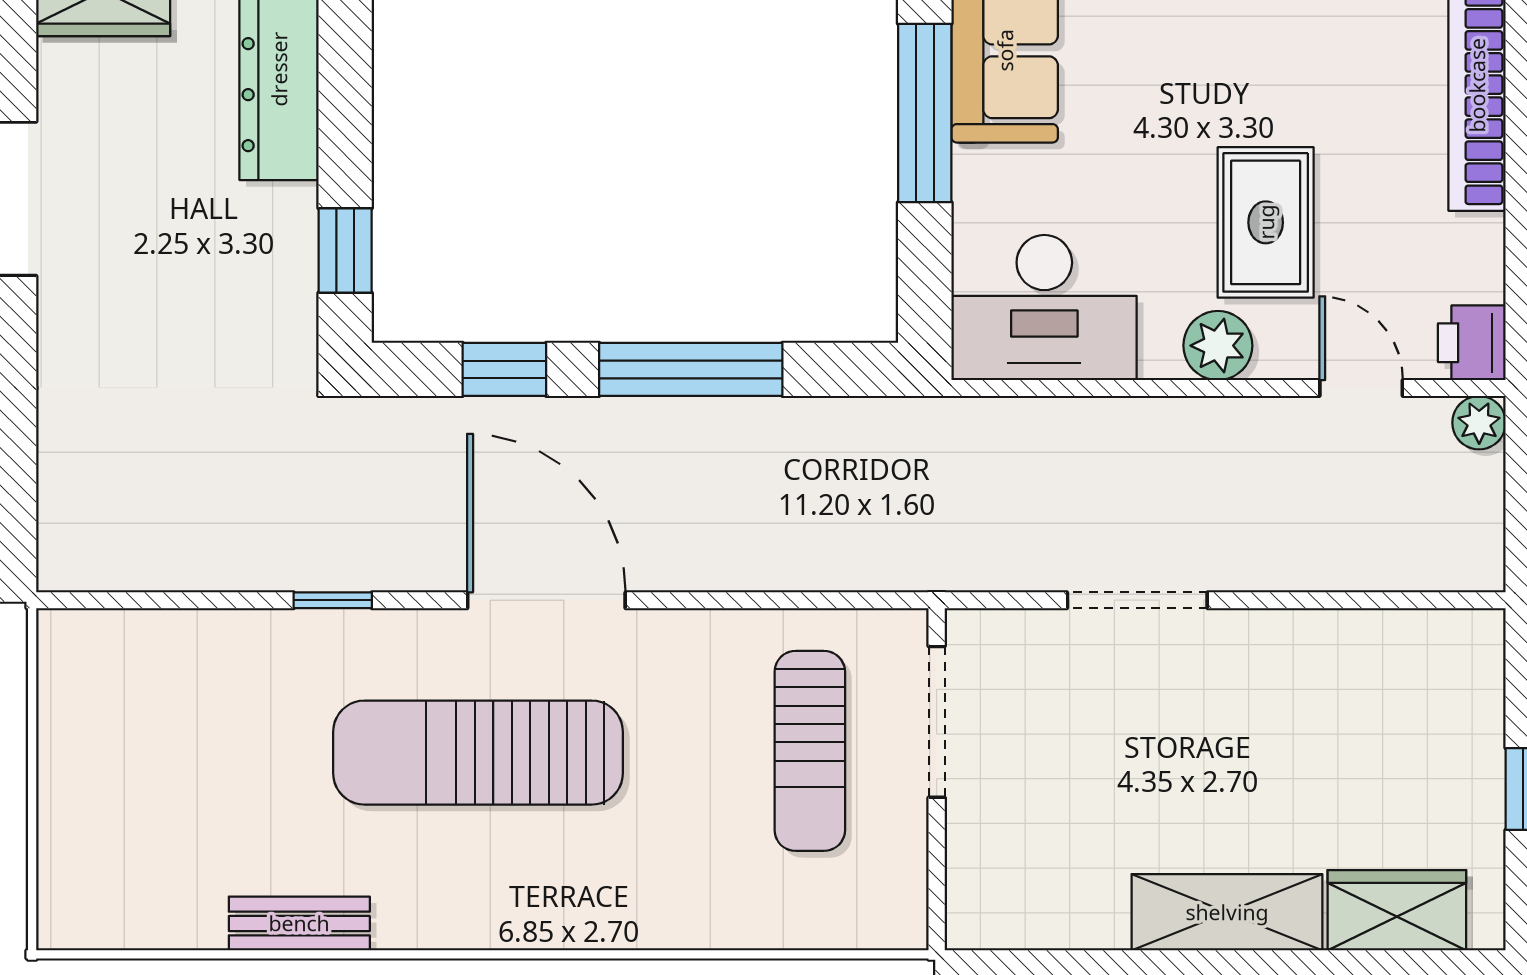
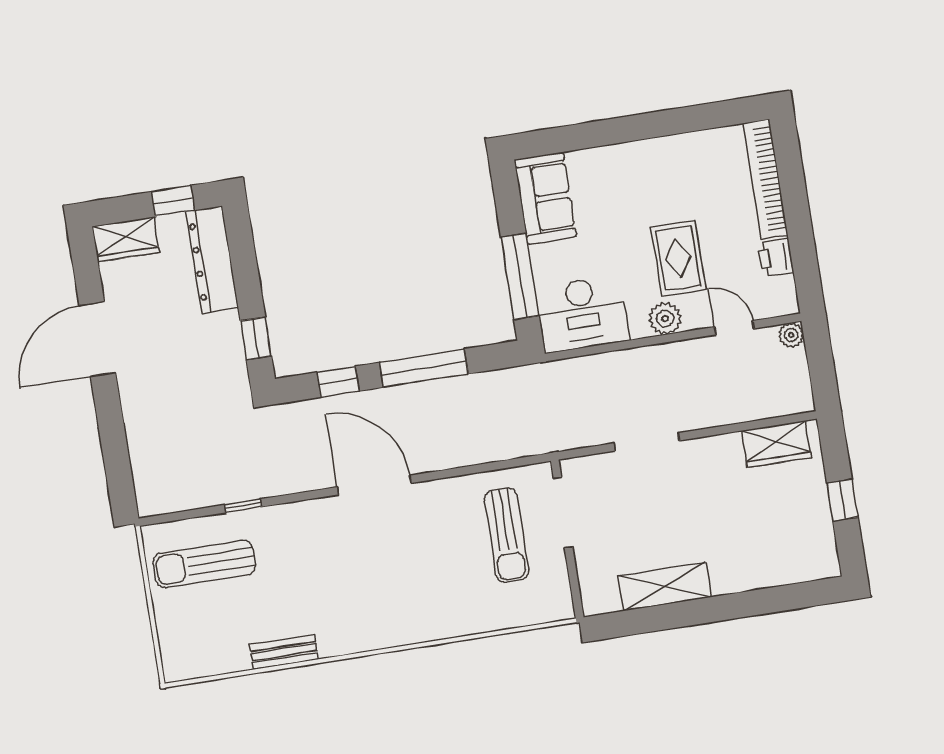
window: (925, 113) -> (520, 276), moved
printer: (1472, 343) -> (775, 258), moved
window: (333, 600) -> (243, 506), moved
sun lounger: (478, 753) -> (204, 564), moved, width x0.73, depth x0.75
wardrobe: (1397, 910) -> (776, 444), moved, turned 180
shelving: (1227, 912) -> (665, 586), moved

